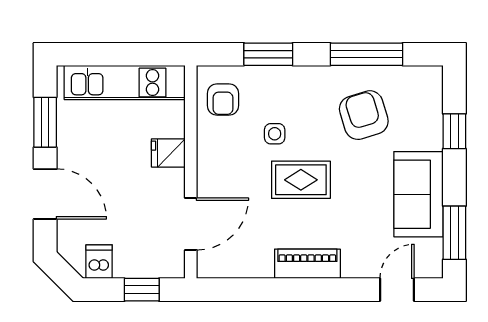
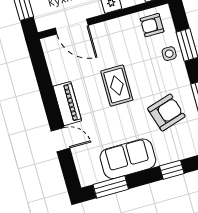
side table: (275, 134) -> (169, 54), moved
door: (397, 290) -> (61, 140), moved

